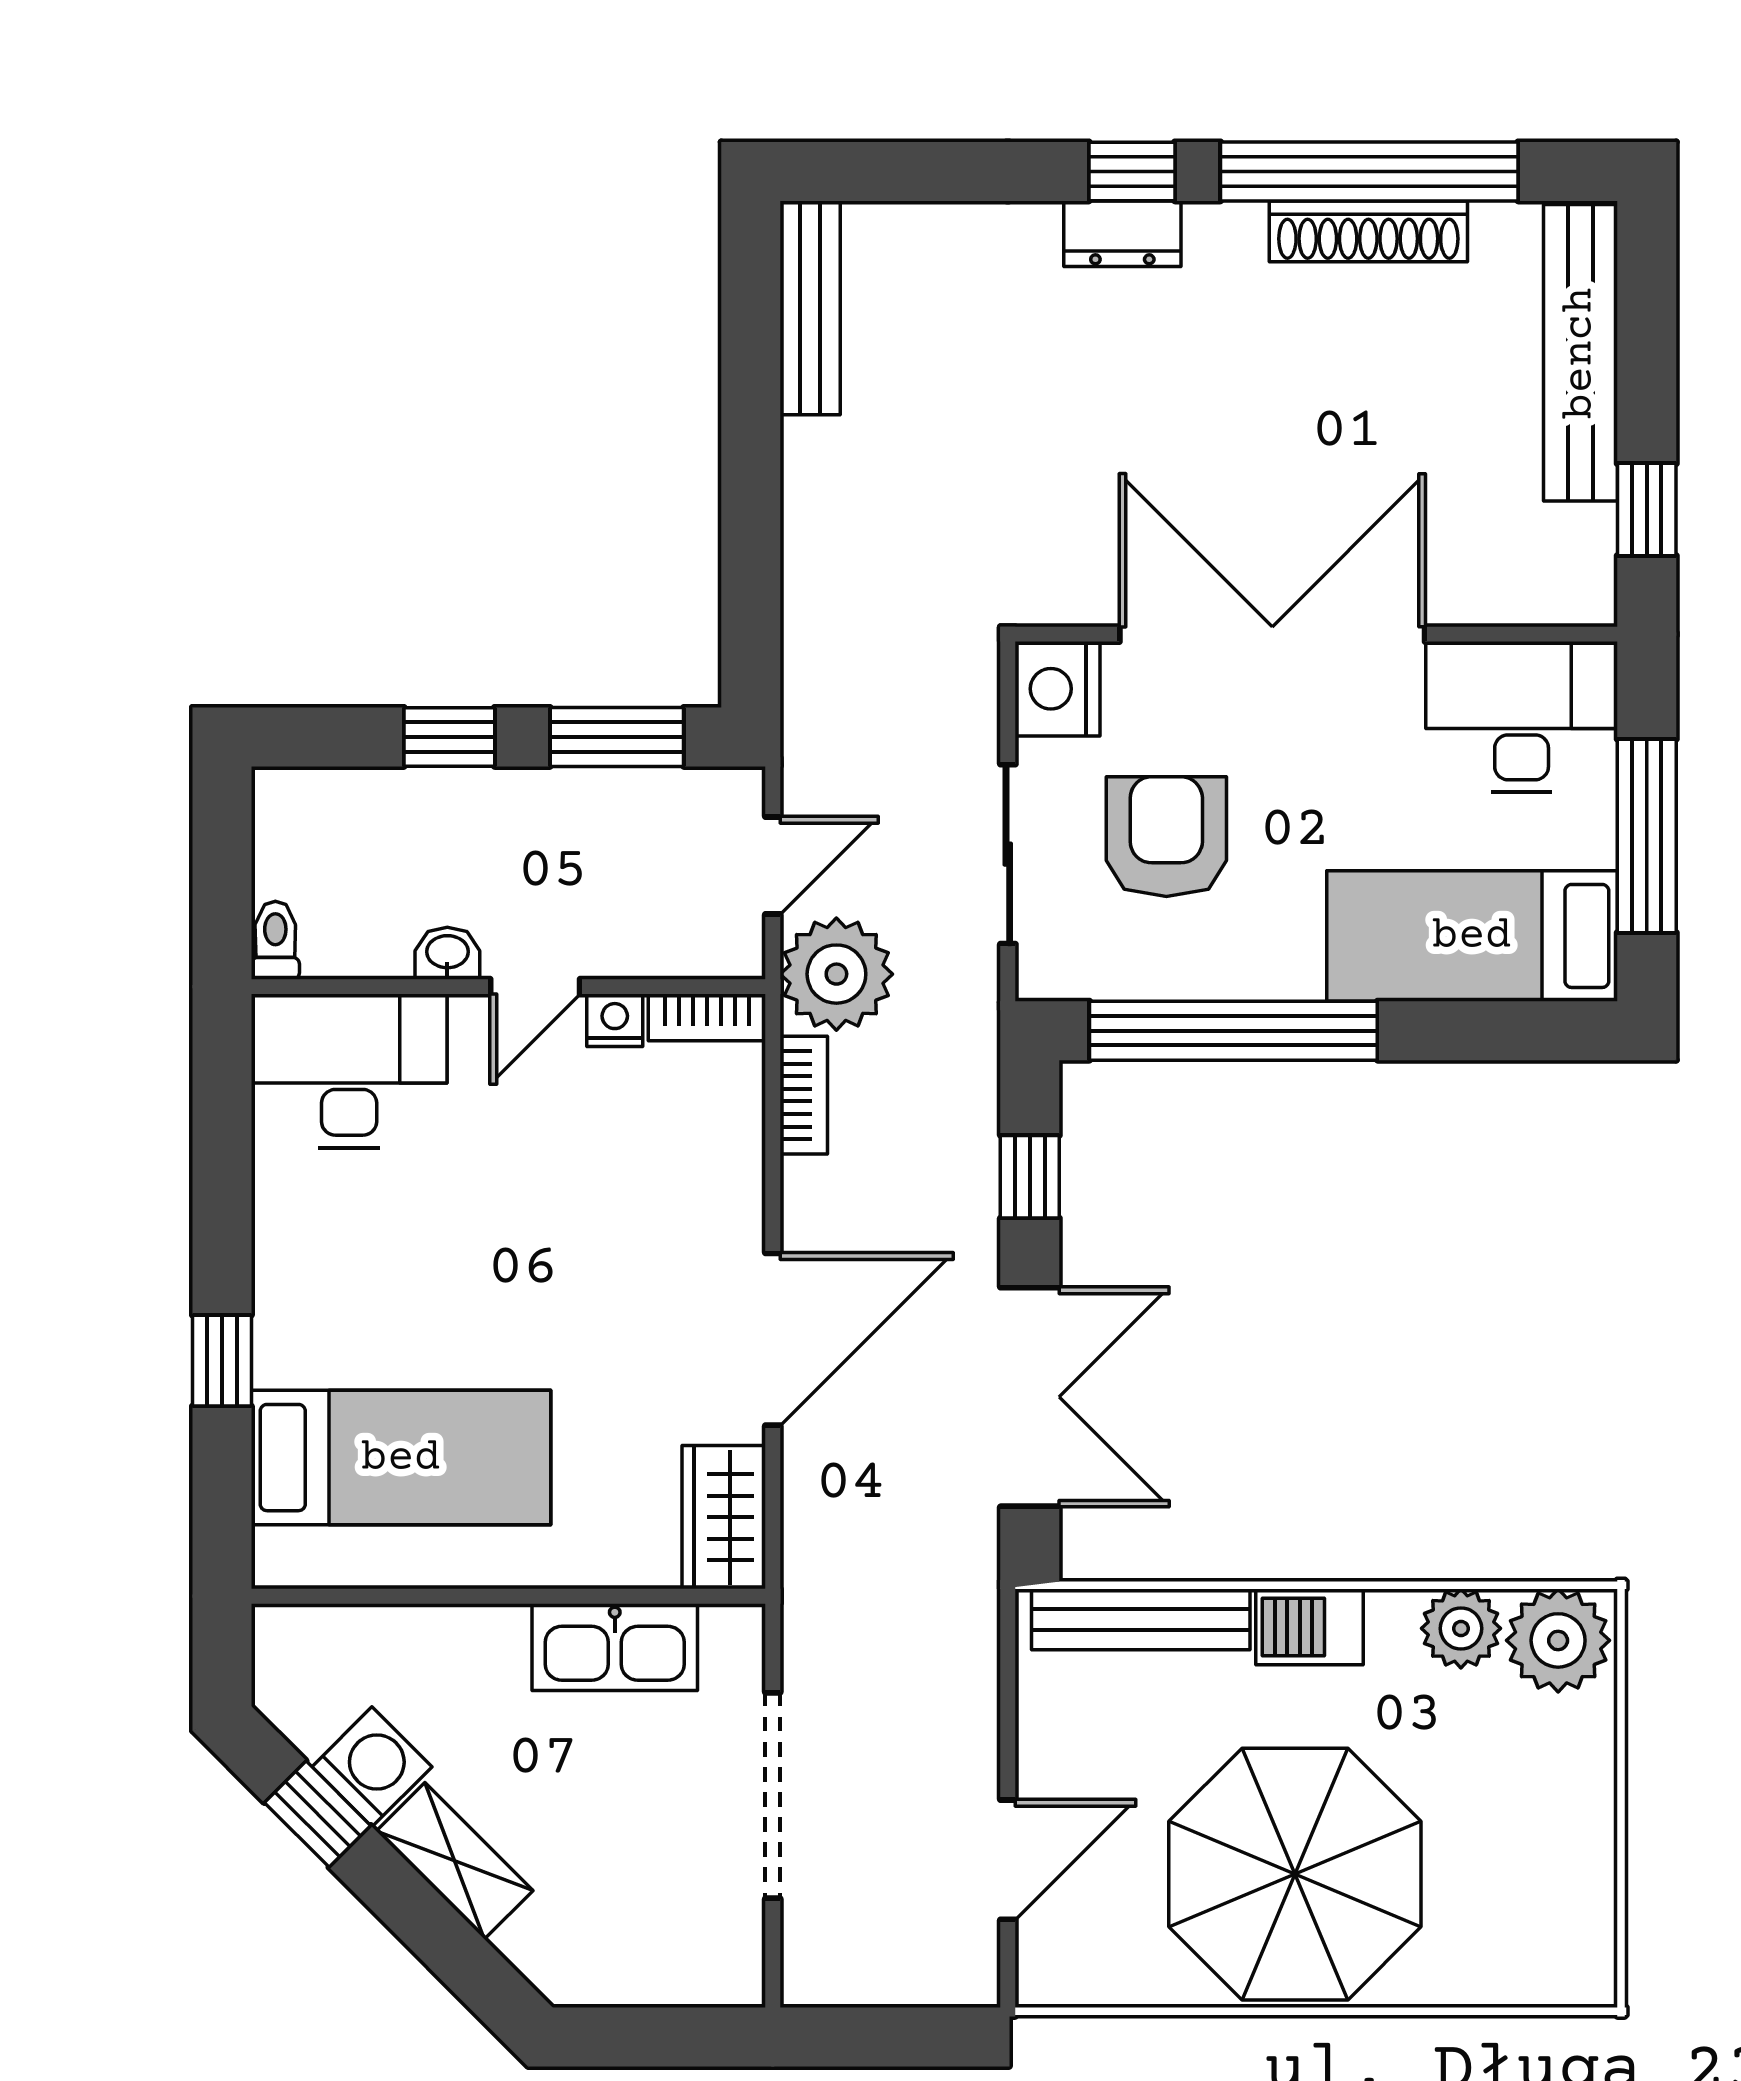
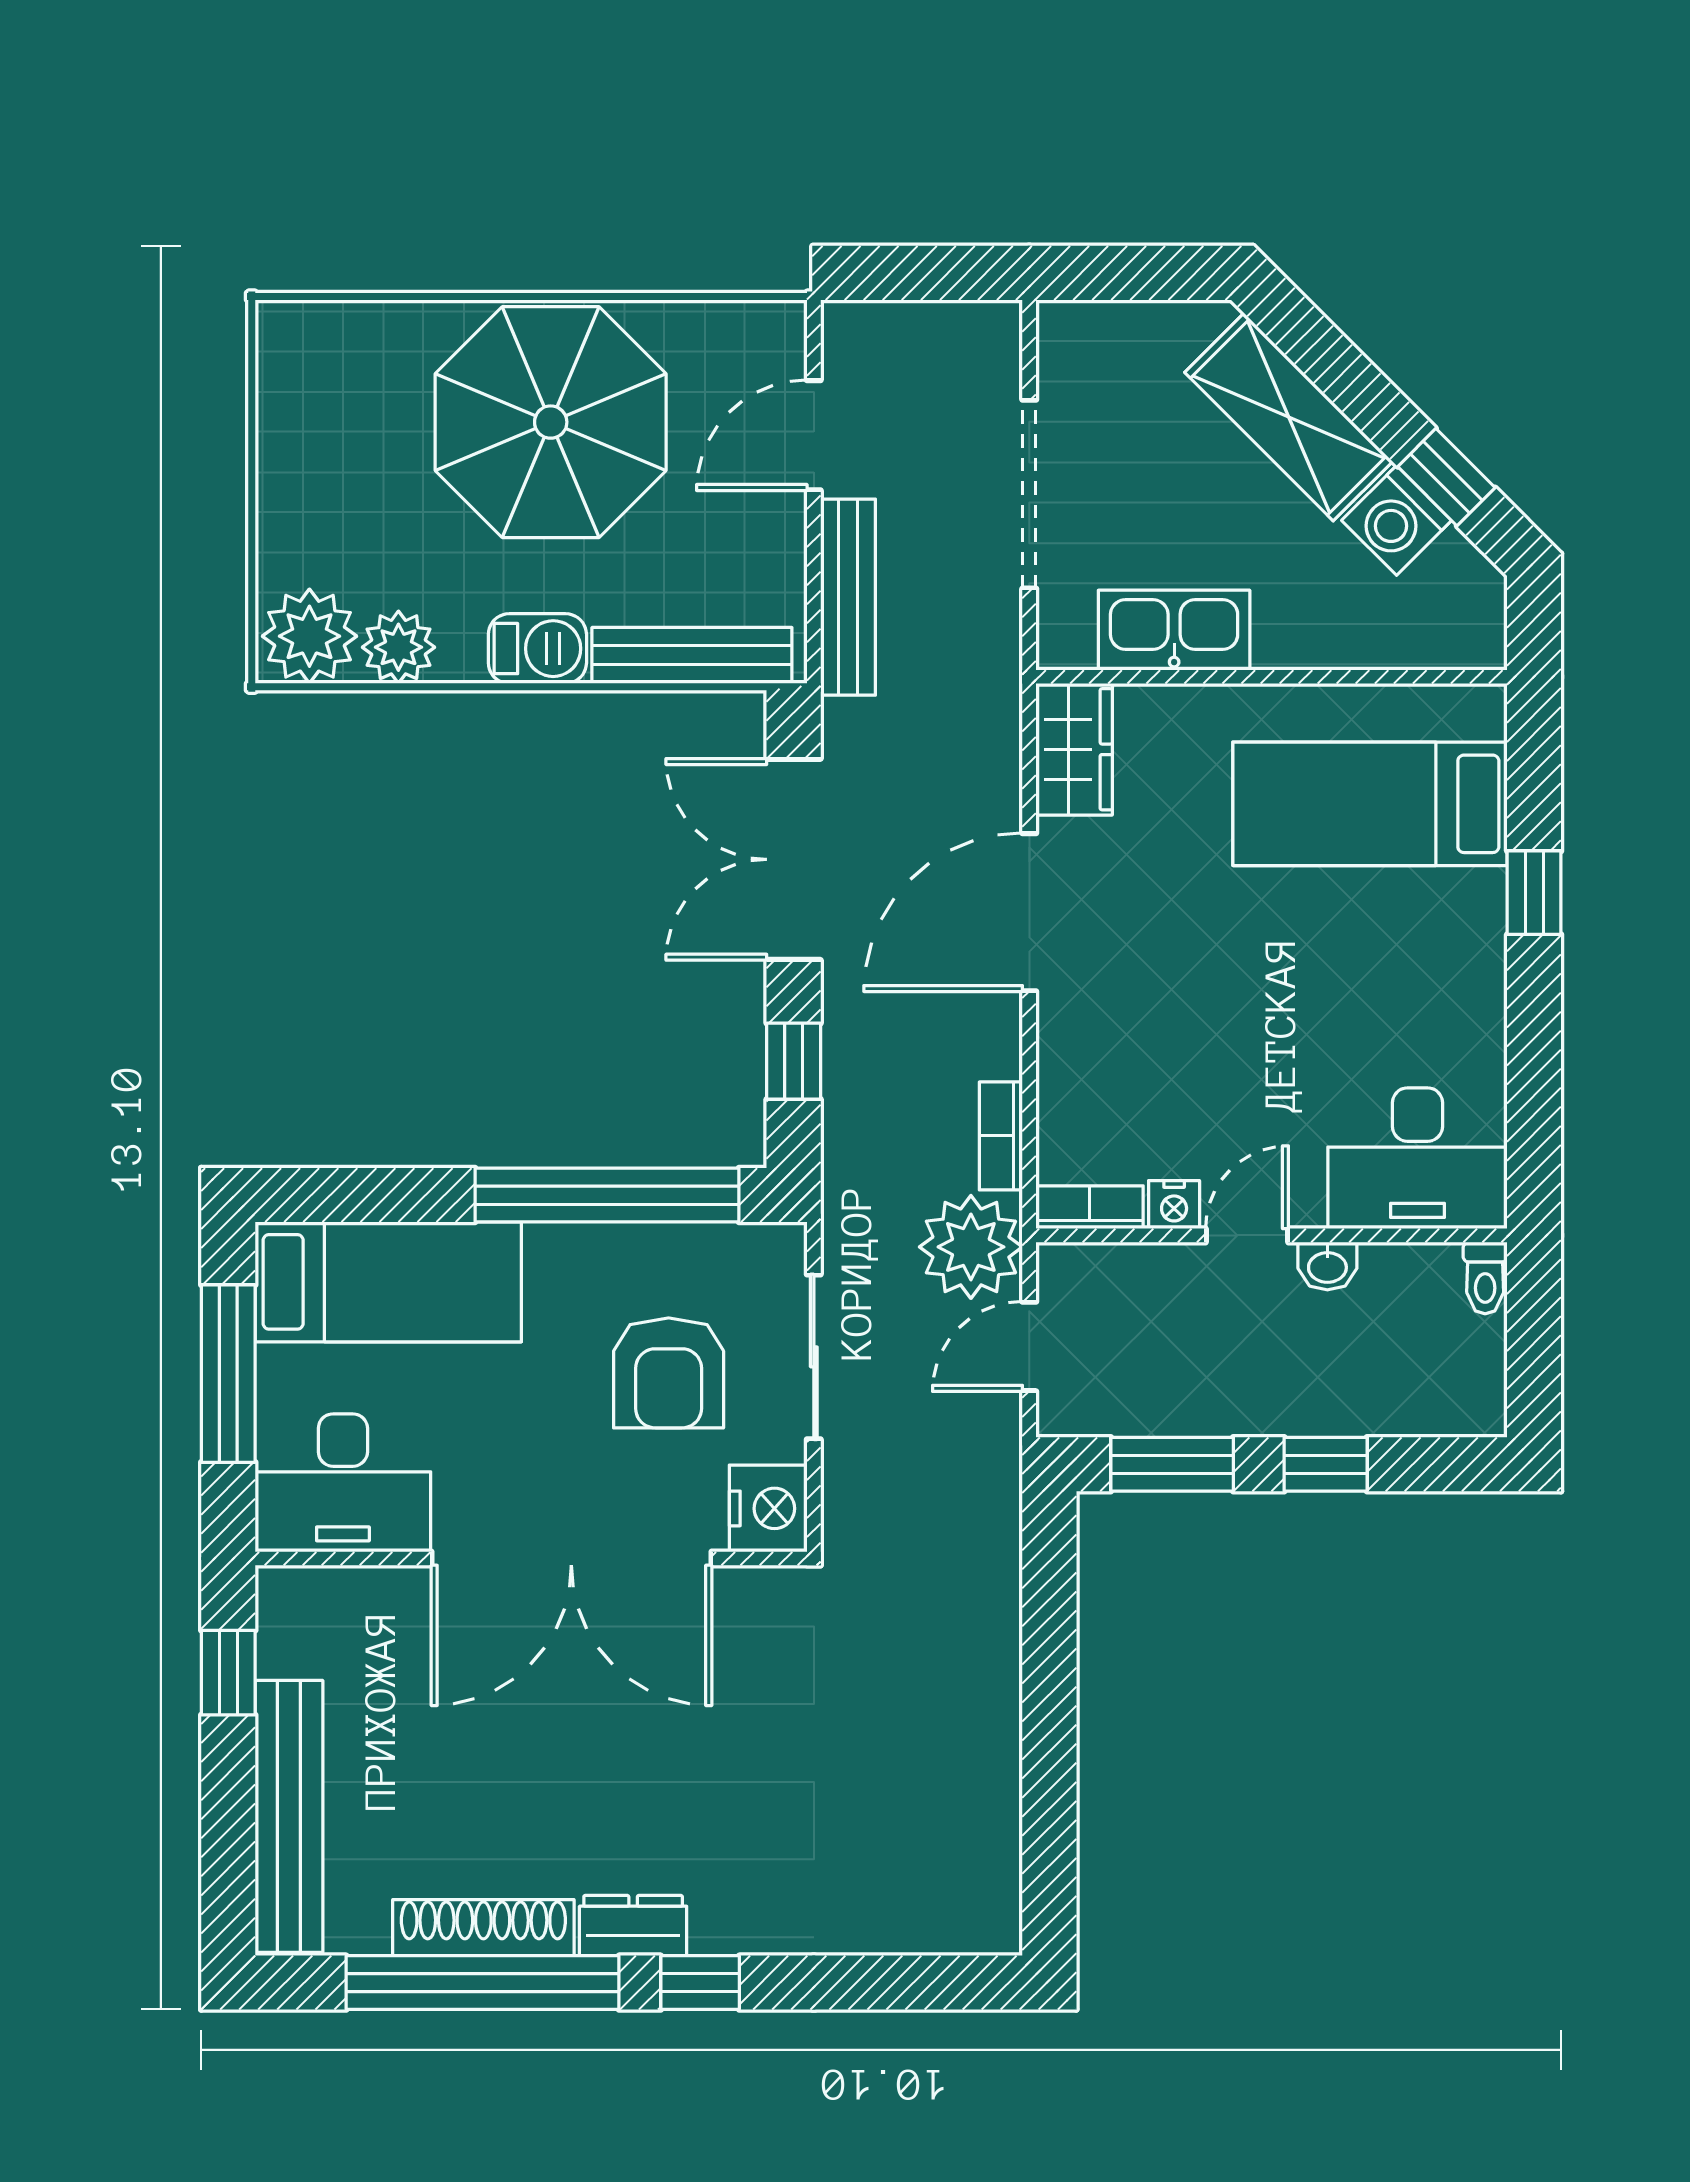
dresser: (1122, 234) -> (633, 1926), moved
bench: (810, 308) -> (848, 597), moved
shelving: (455, 1861) -> (1289, 417), width x1.50, depth x1.33

